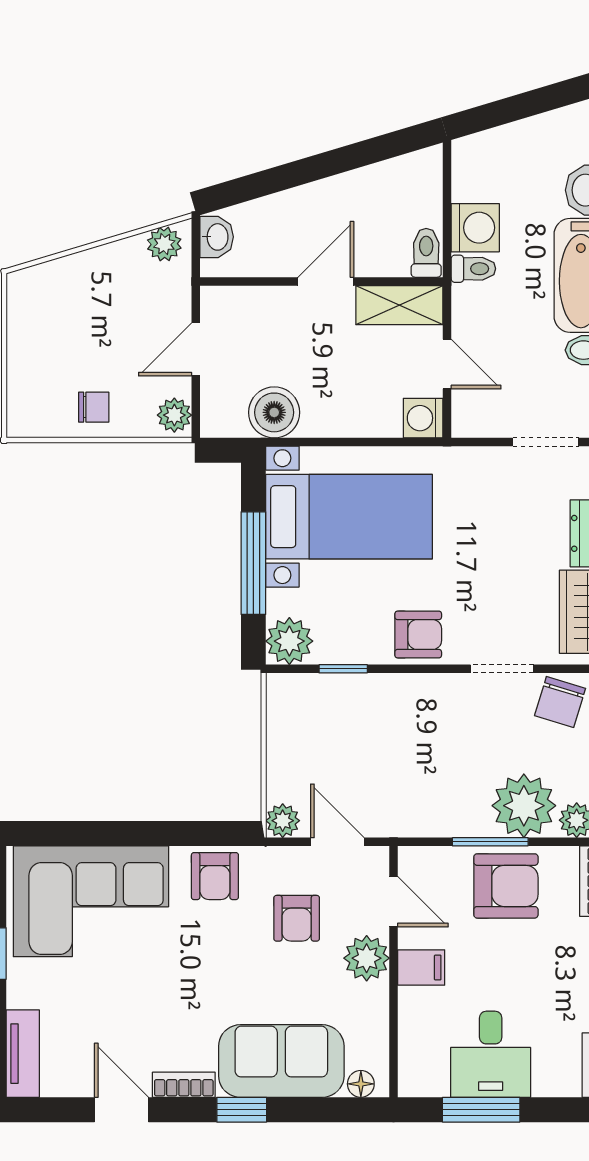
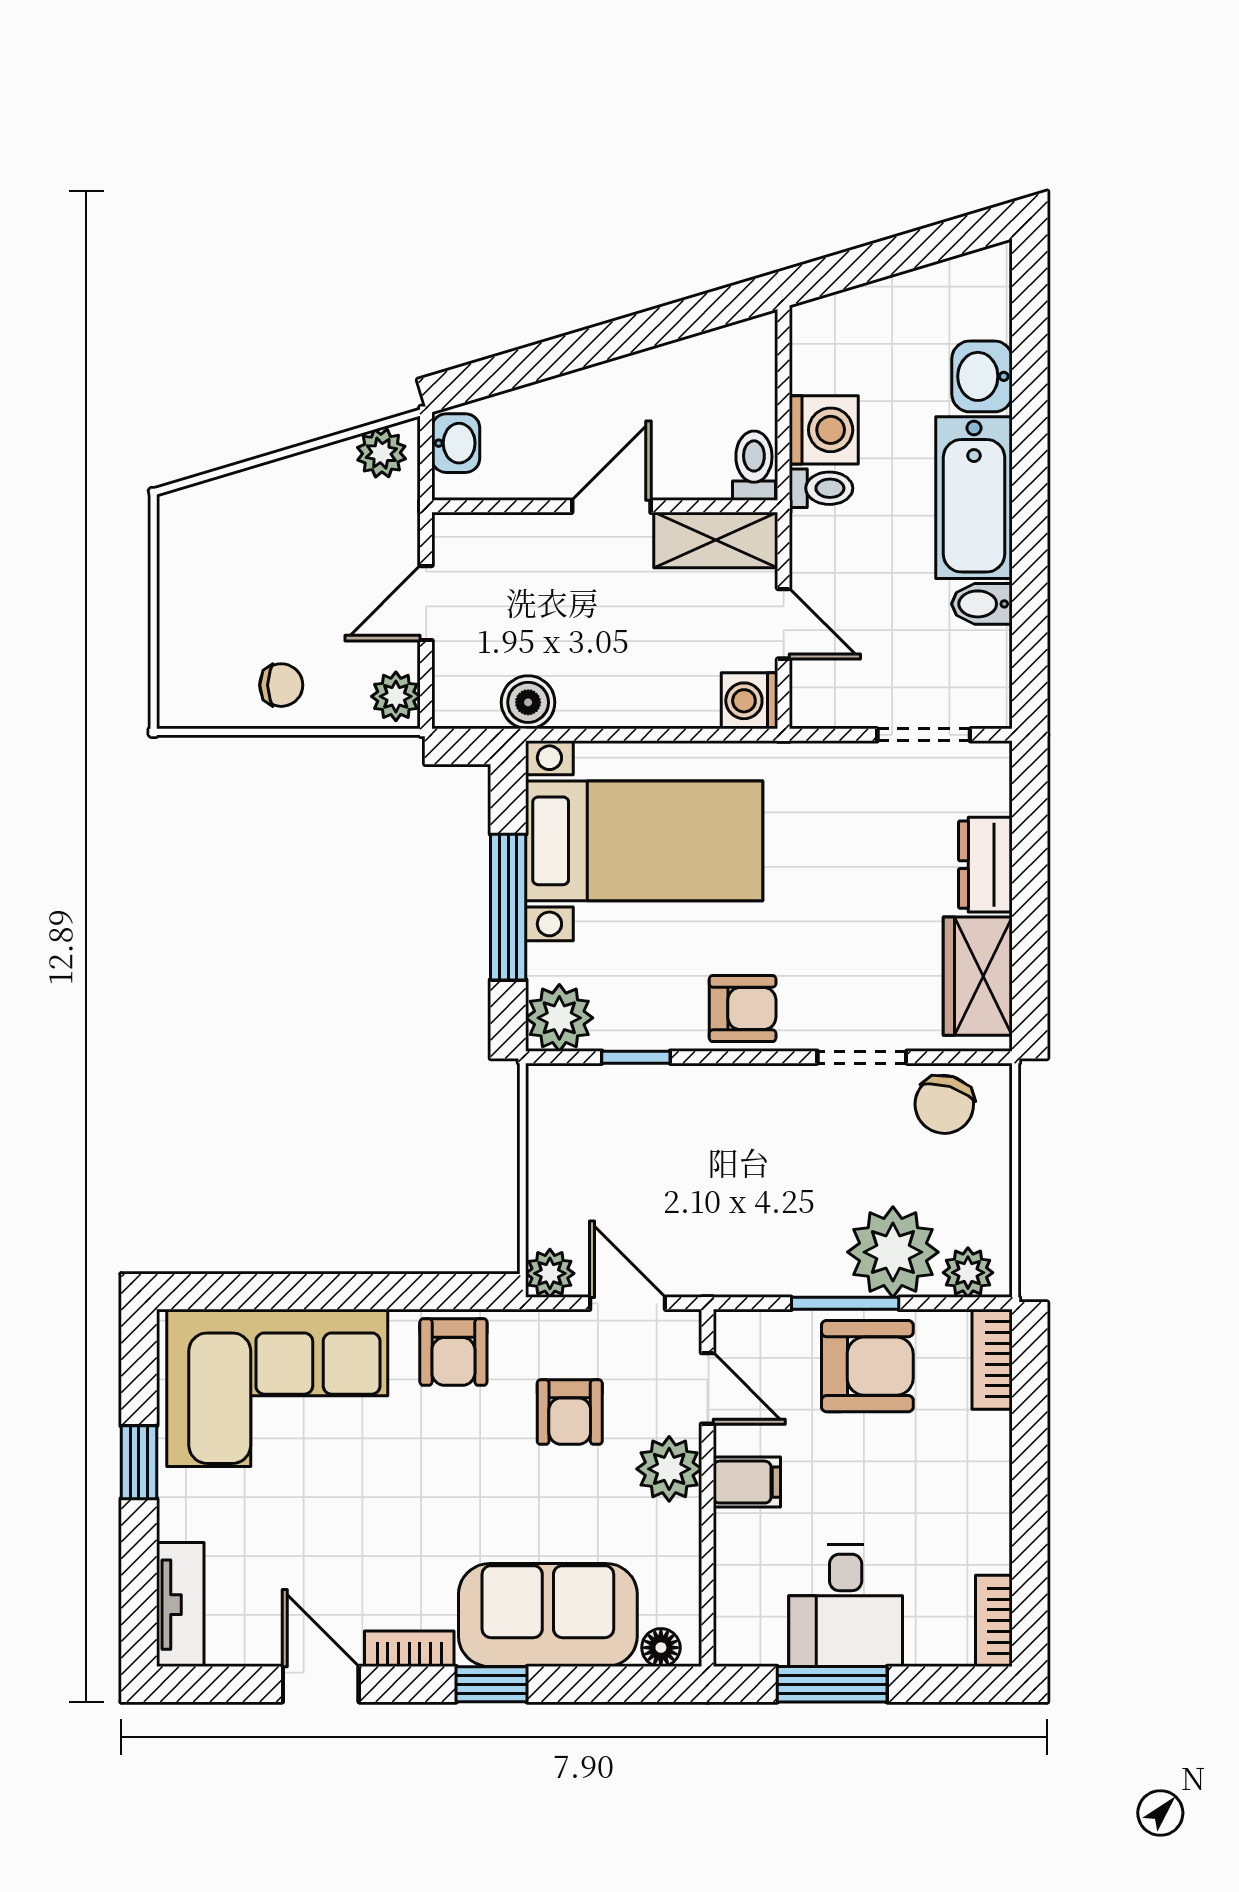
boiler: (274, 412) -> (528, 702), width x0.73, depth x0.73

